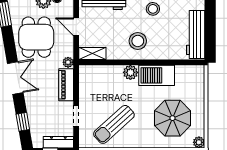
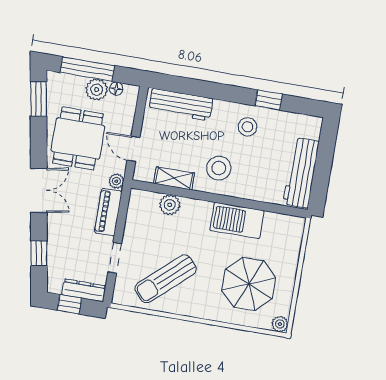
door: (76, 27) -> (133, 149), moved
shelving: (92, 53) -> (174, 178), moved
plant: (130, 72) -> (170, 205), moved

